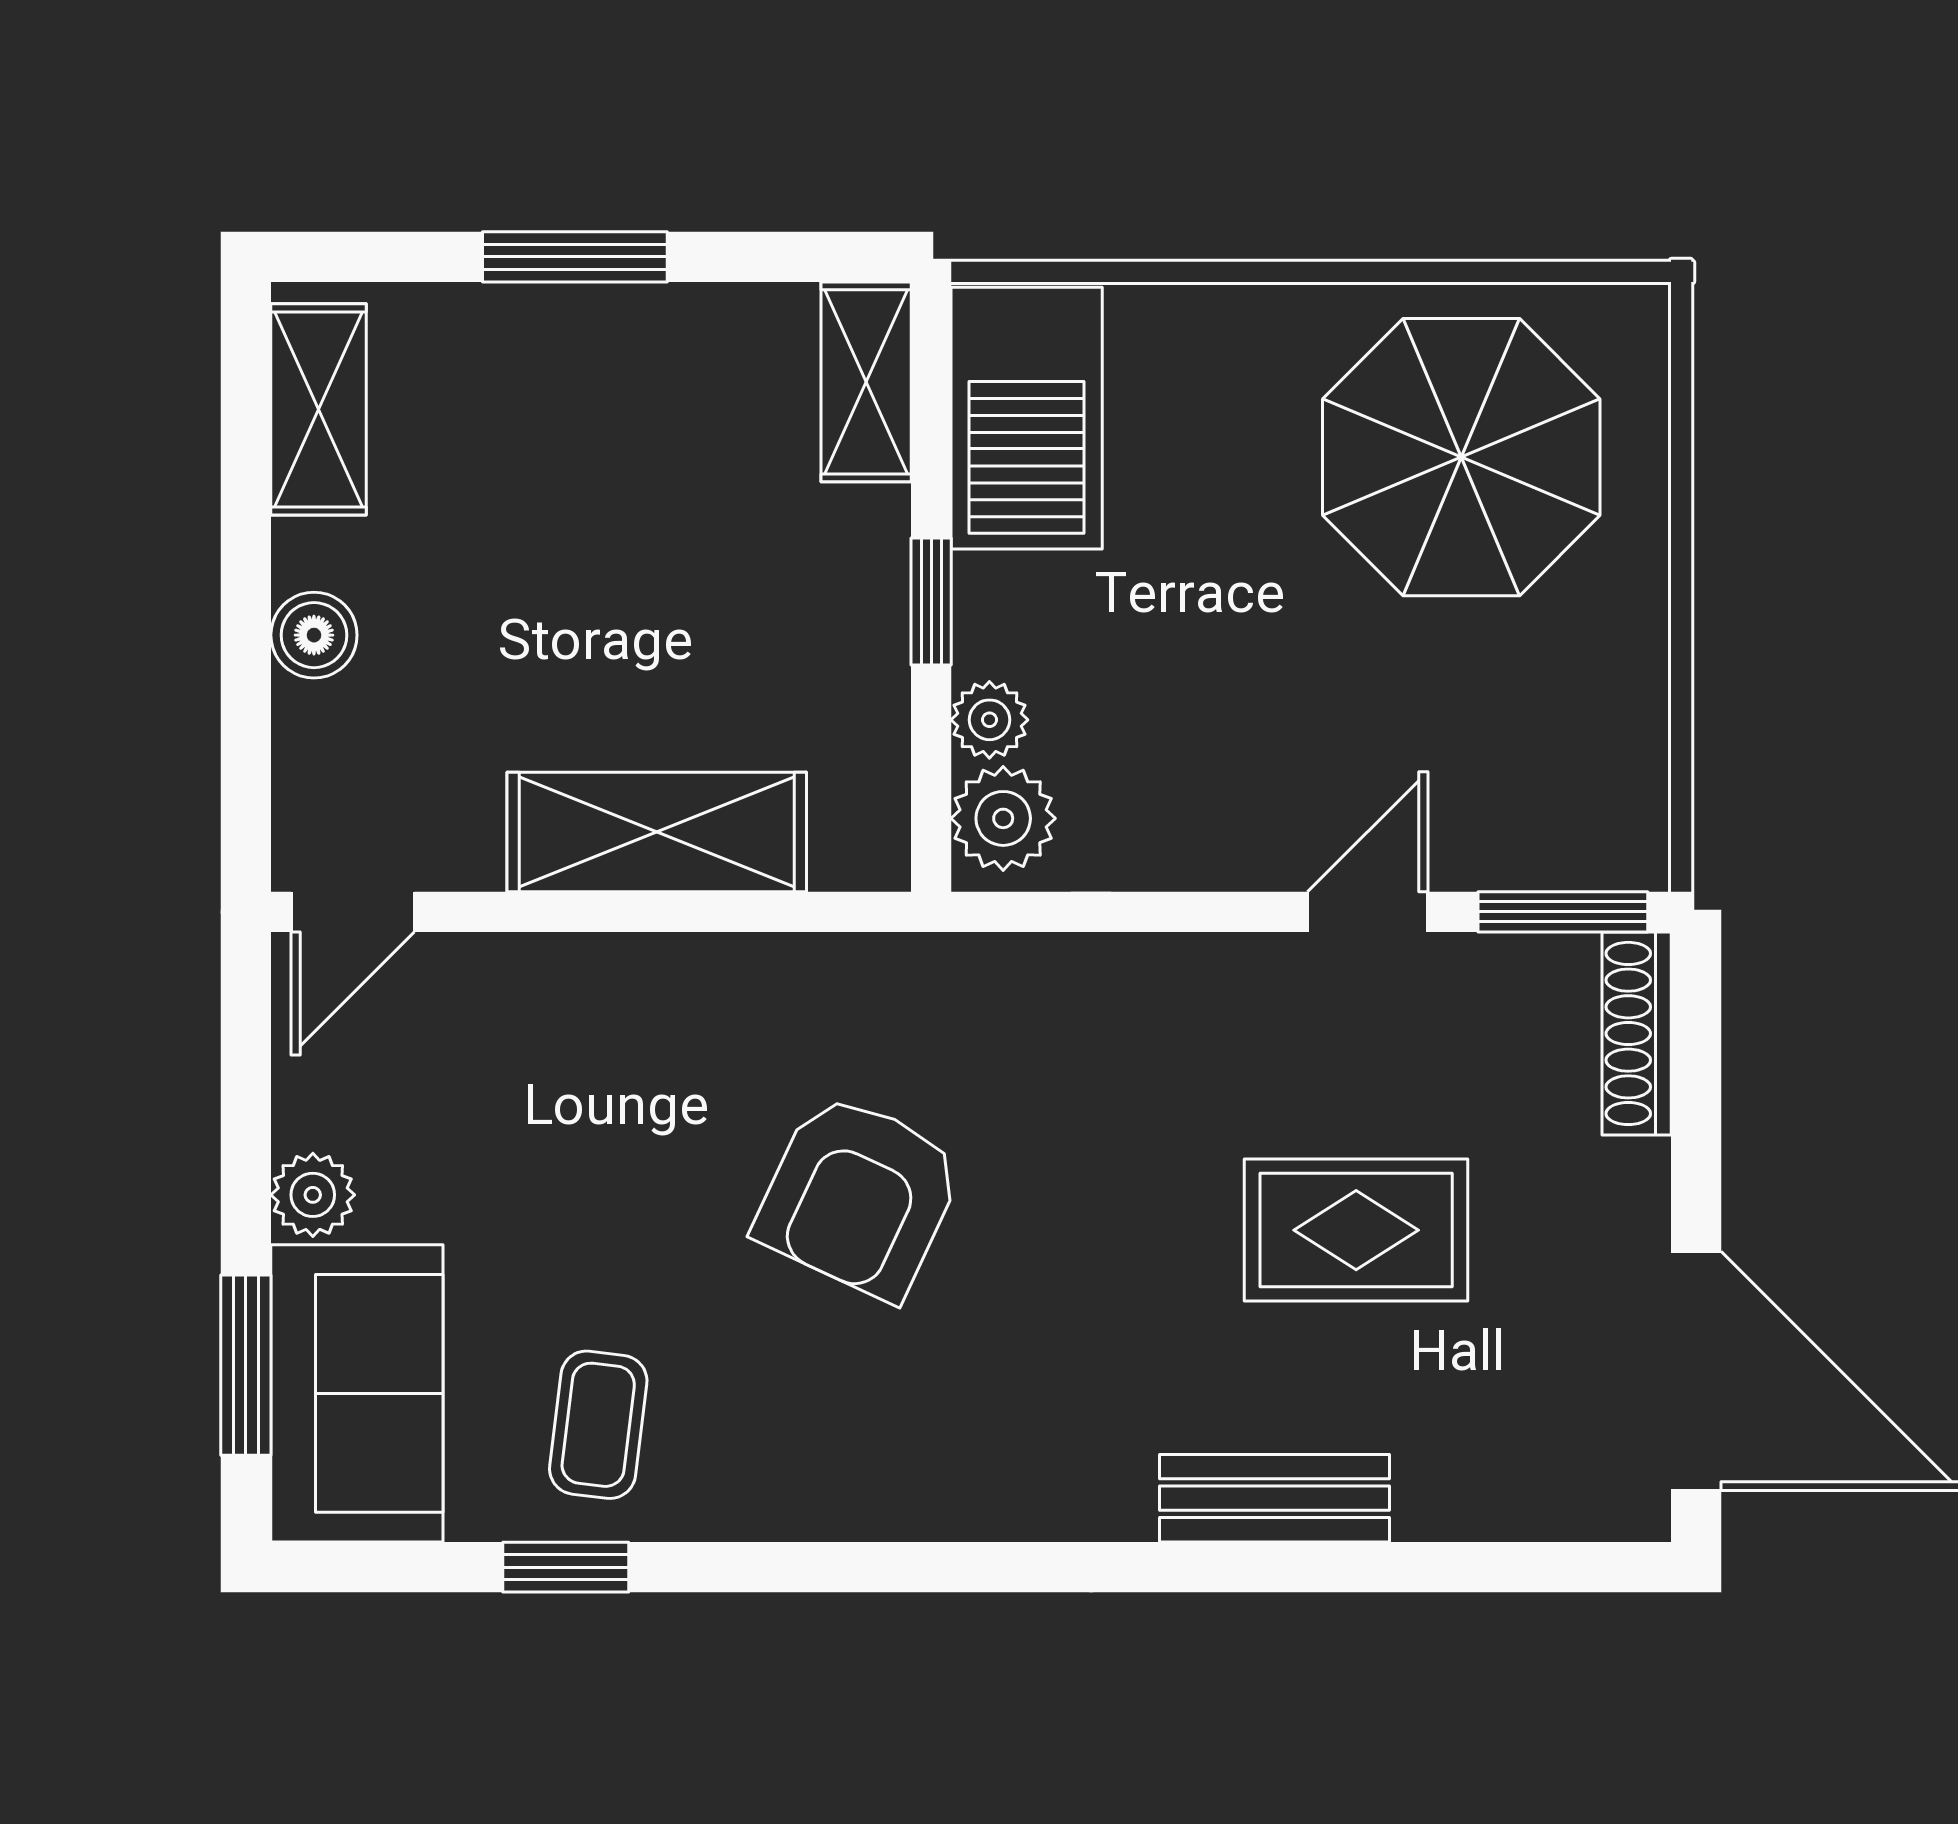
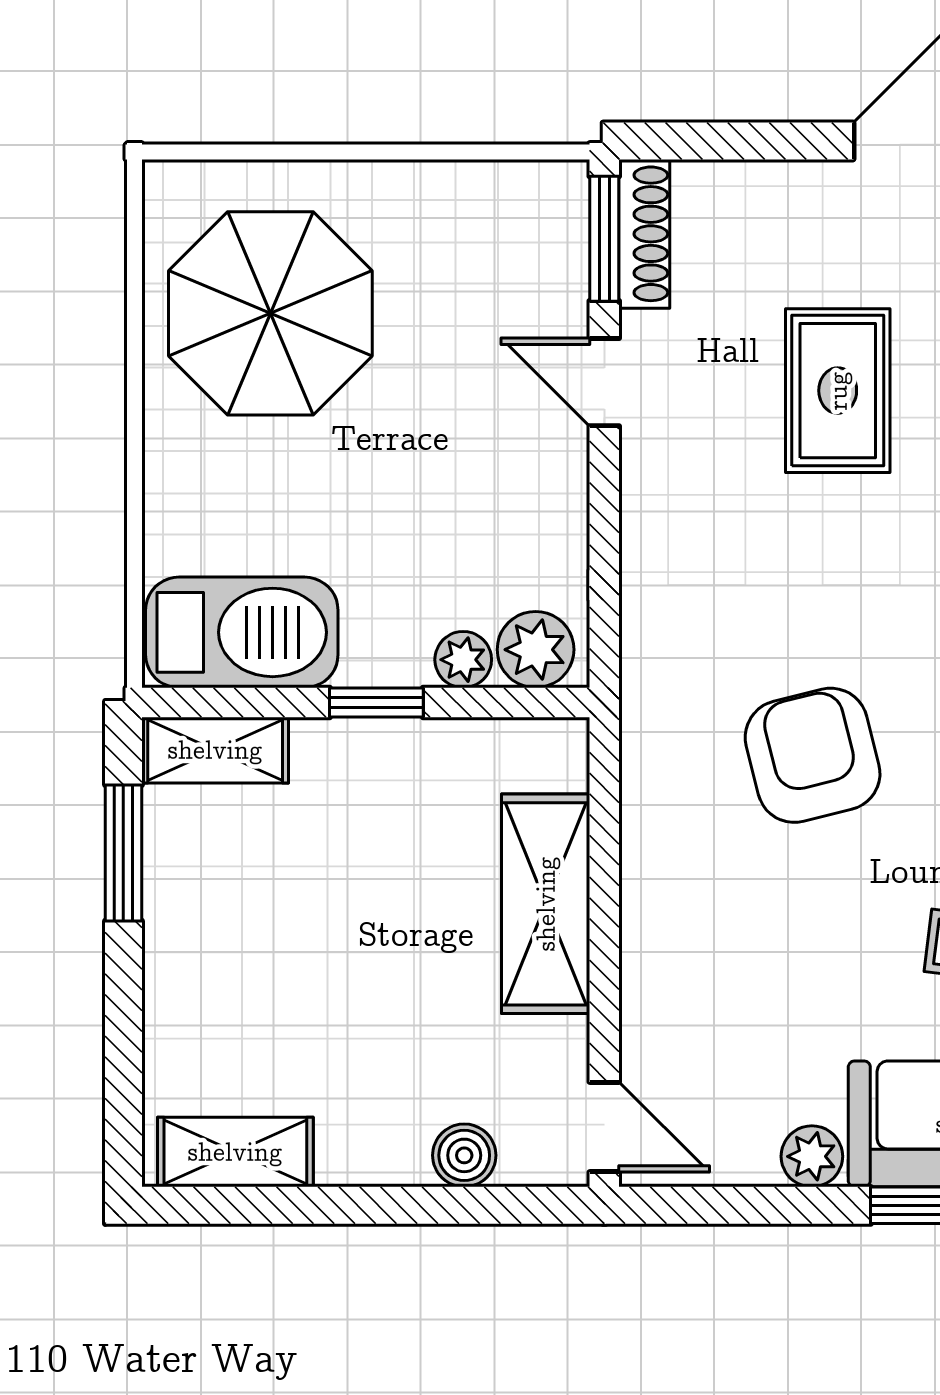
window: (575, 257) -> (123, 853), moved
boiler: (314, 635) -> (464, 1155), moved
shoe rack: (1637, 1033) -> (644, 234), moved, turned -90
armchair: (859, 1196) -> (813, 755), turned -129

